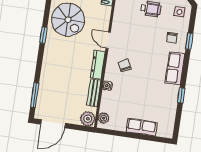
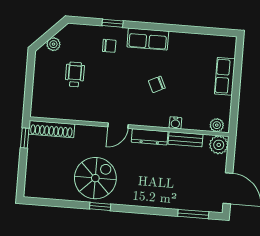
side table: (179, 12) -> (76, 38), removed
window: (43, 35) -> (100, 207), moved
chair: (125, 65) -> (157, 84), moved
window: (181, 95) -> (181, 29), removed

